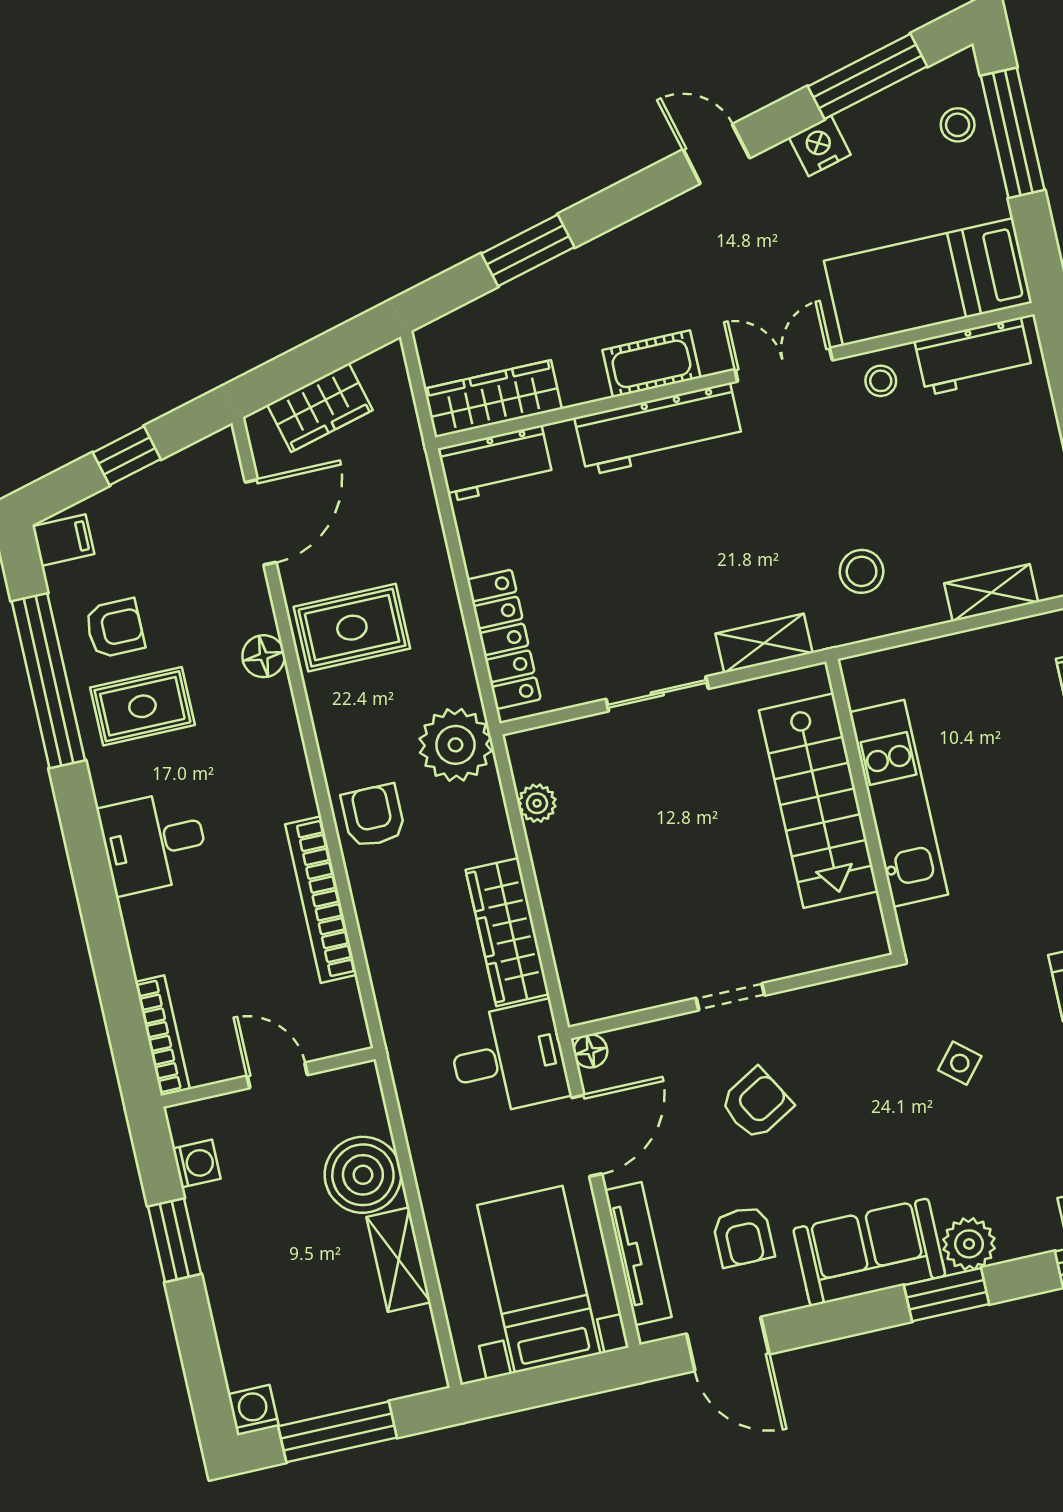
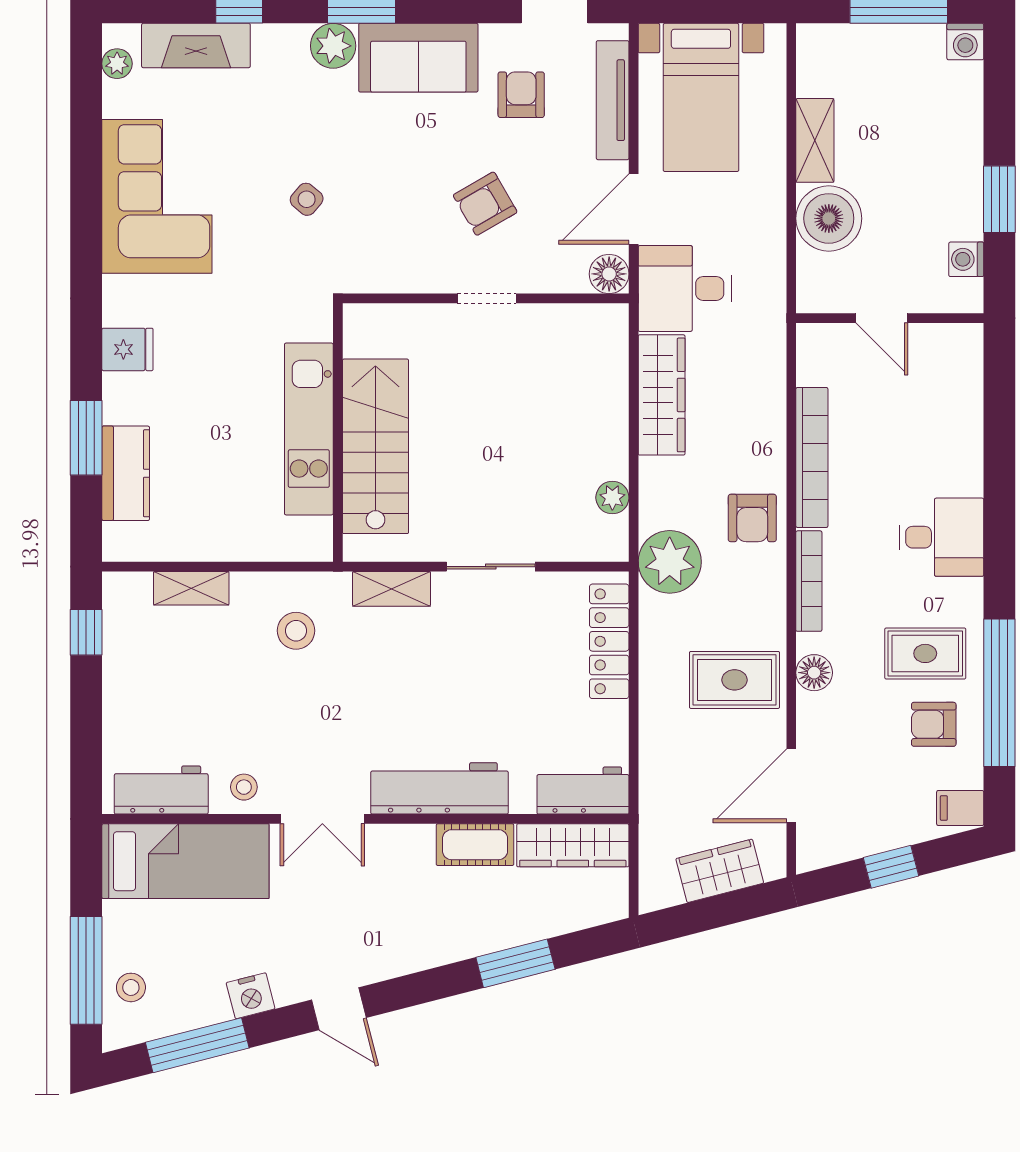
cot: (651, 364) -> (475, 845), moved
bookcase: (162, 1036) -> (809, 581), moved, turned 180
floor lamp: (590, 1051) -> (609, 274), width x1.37, depth x1.37

